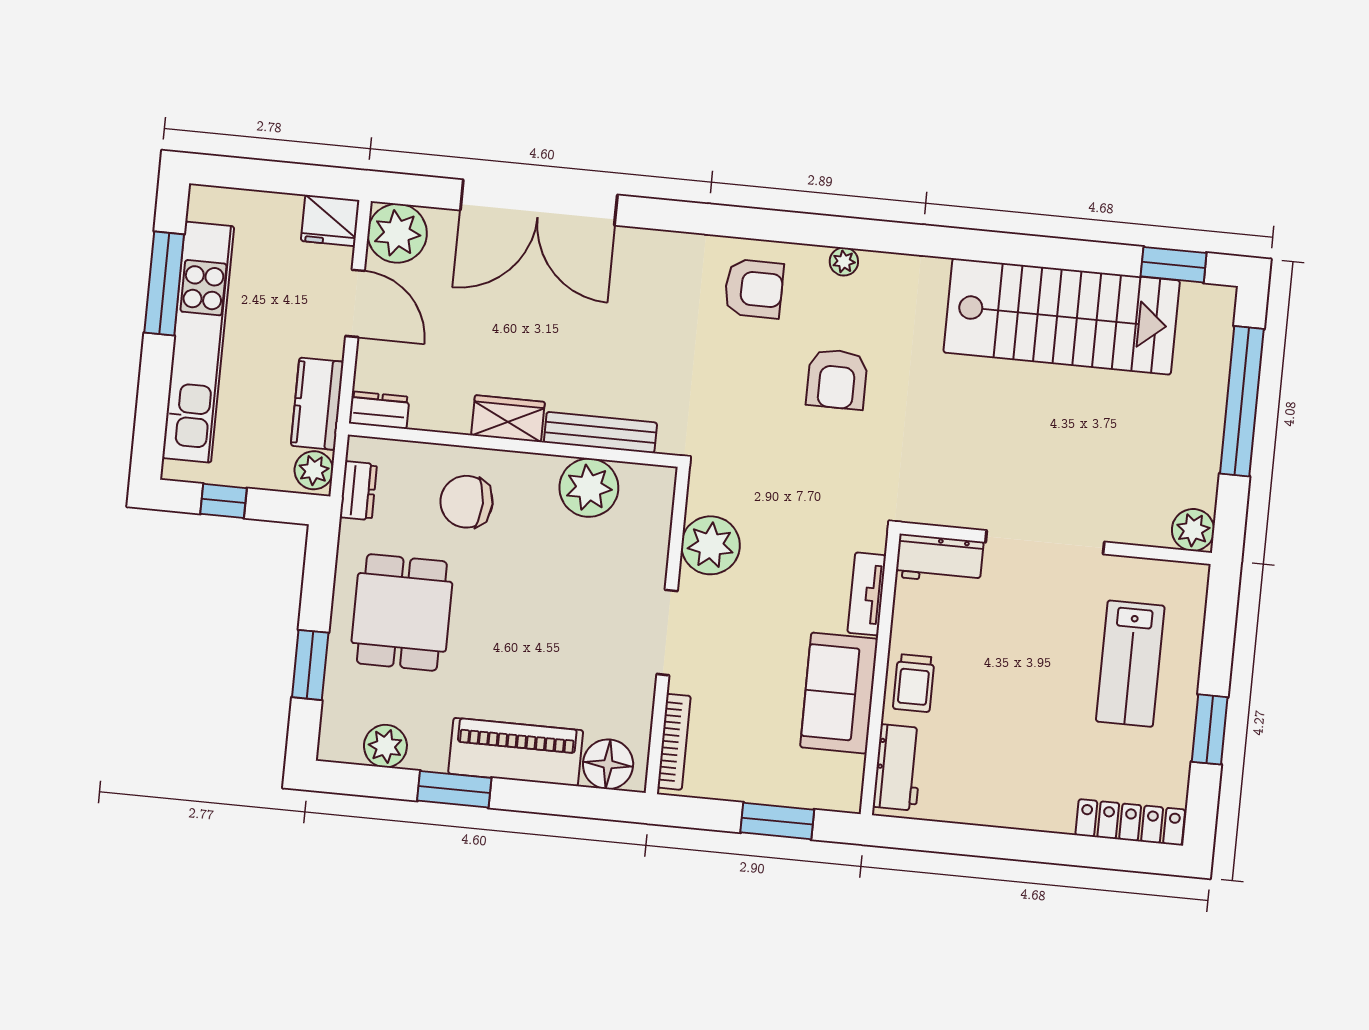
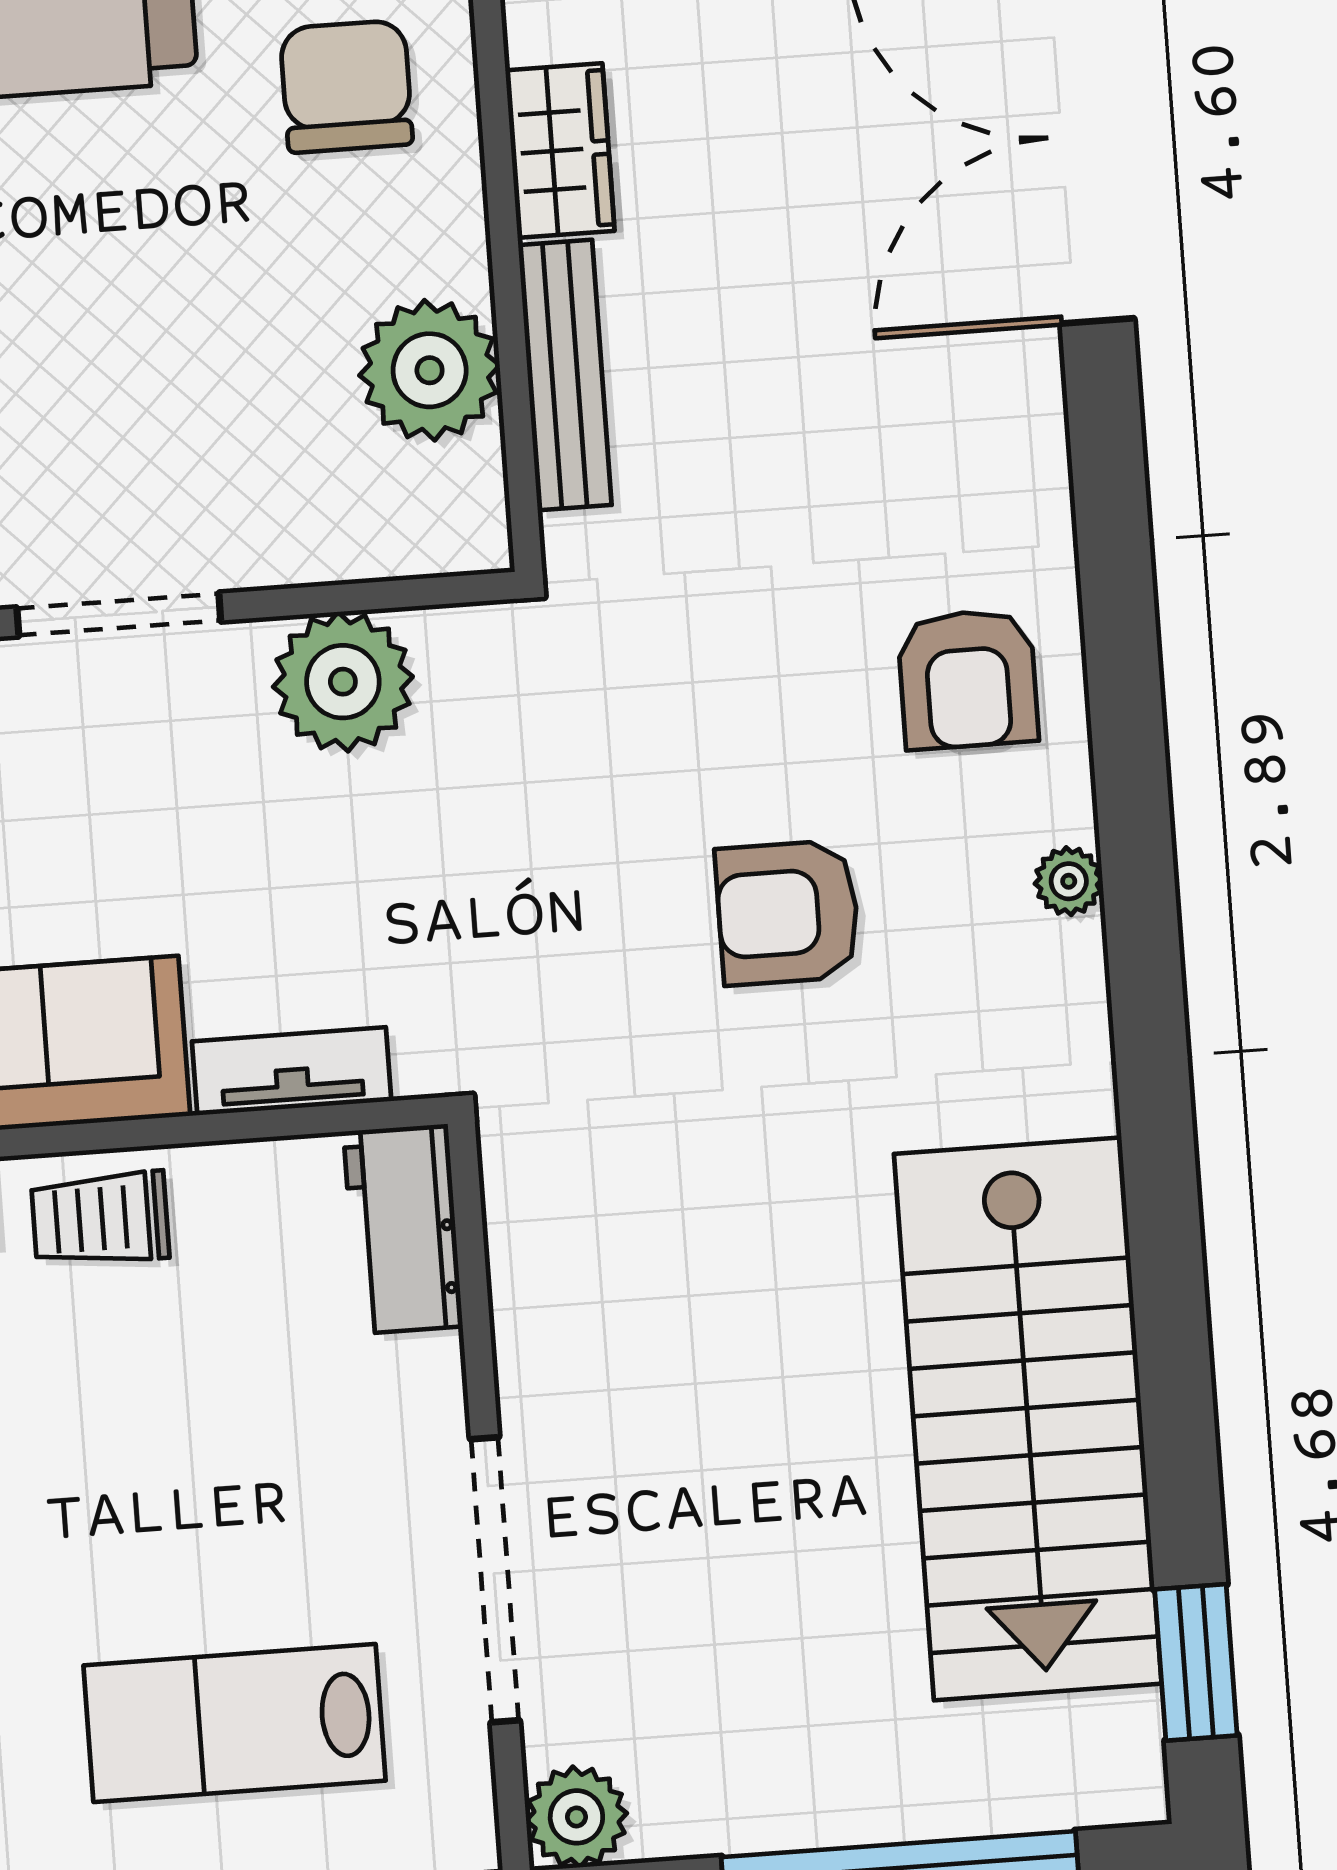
doorway: (1045, 542) -> (495, 1580), moved

